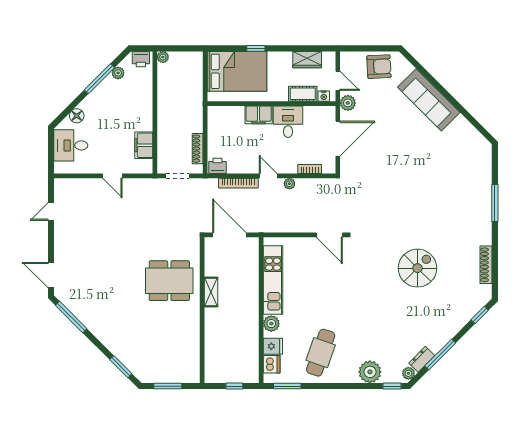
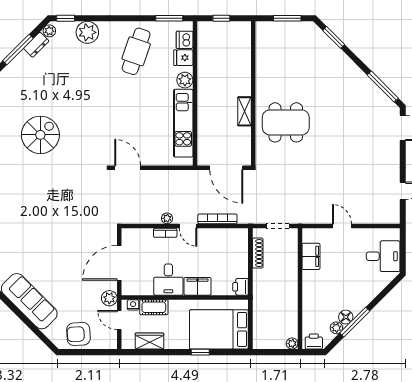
floor lamp: (77, 116) -> (346, 317), moved
printer: (217, 166) -> (241, 287), moved, turned 90
bookcase: (310, 169) -> (165, 233), moved
spiral stairs: (417, 268) -> (40, 135), turned 180

